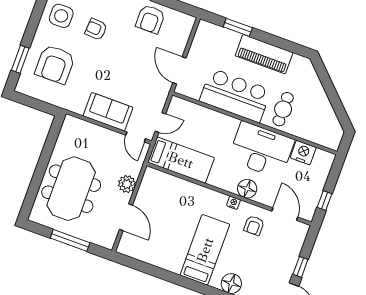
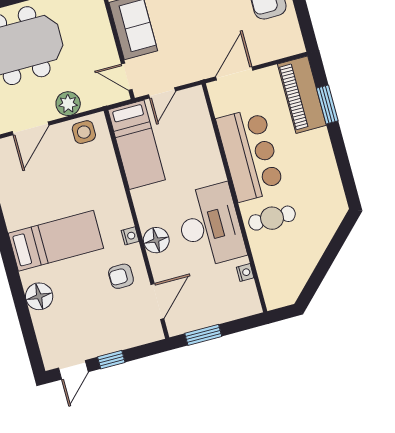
piano: (264, 54) -> (302, 95), moved
door: (160, 123) -> (162, 93), hinge flipped
door: (136, 137) -> (127, 77), hinge flipped
nightstand: (303, 153) -> (245, 272), width x0.53, depth x0.56
side table: (151, 187) -> (84, 132), added
window: (325, 201) -> (203, 335), width x1.50

